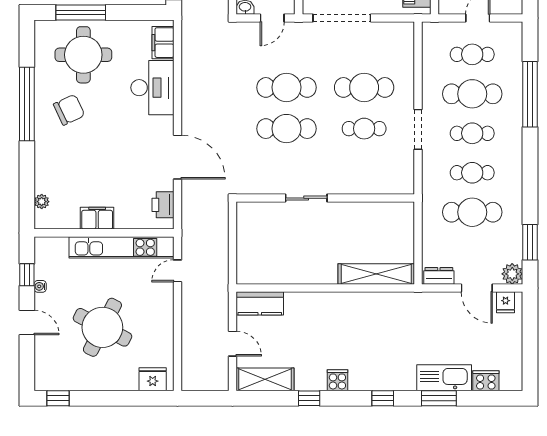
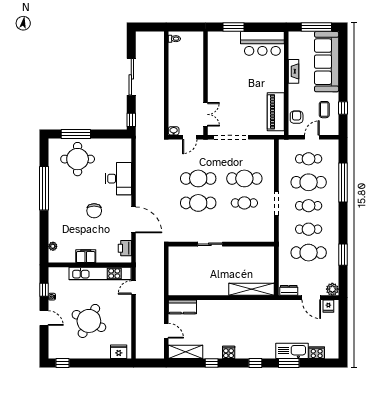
filing cabinet: (163, 43) -> (125, 152), removed
chair: (69, 110) -> (94, 211), moved, turned 115
window: (530, 242) -> (343, 255), moved

